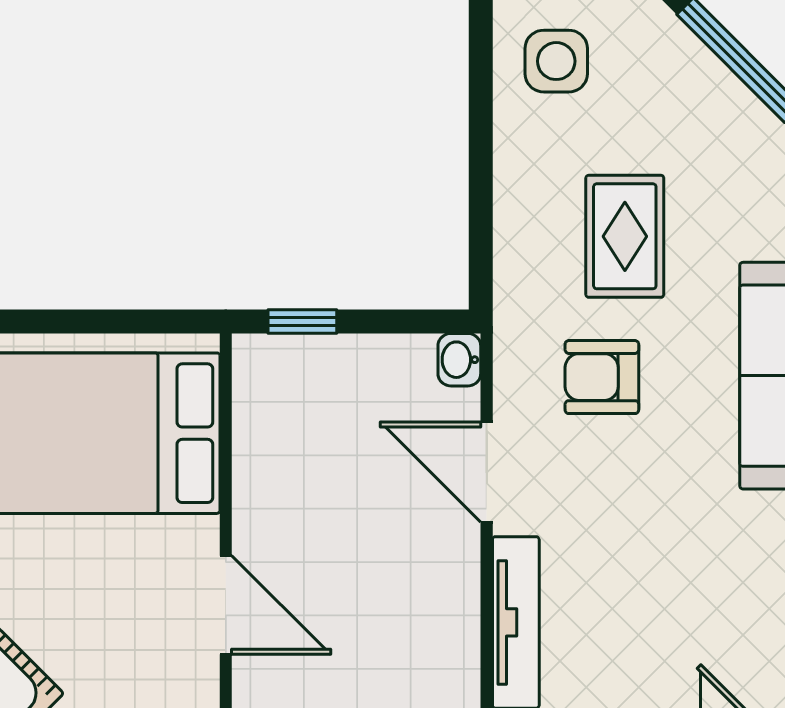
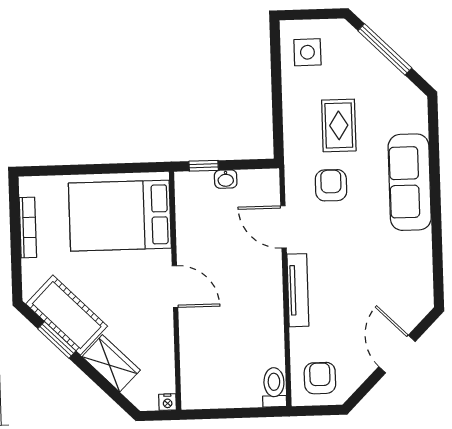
washbasin: (459, 360) -> (226, 179), moved, turned -90
armchair: (602, 377) -> (331, 185), turned 90

